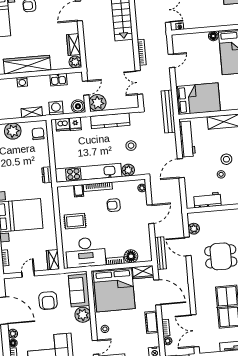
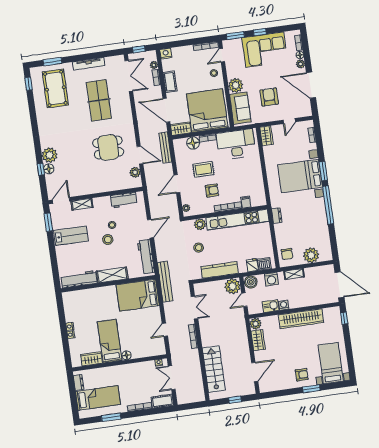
washing machine: (22, 82) -> (284, 305), moved
rug: (75, 221) -> (203, 169), moved

